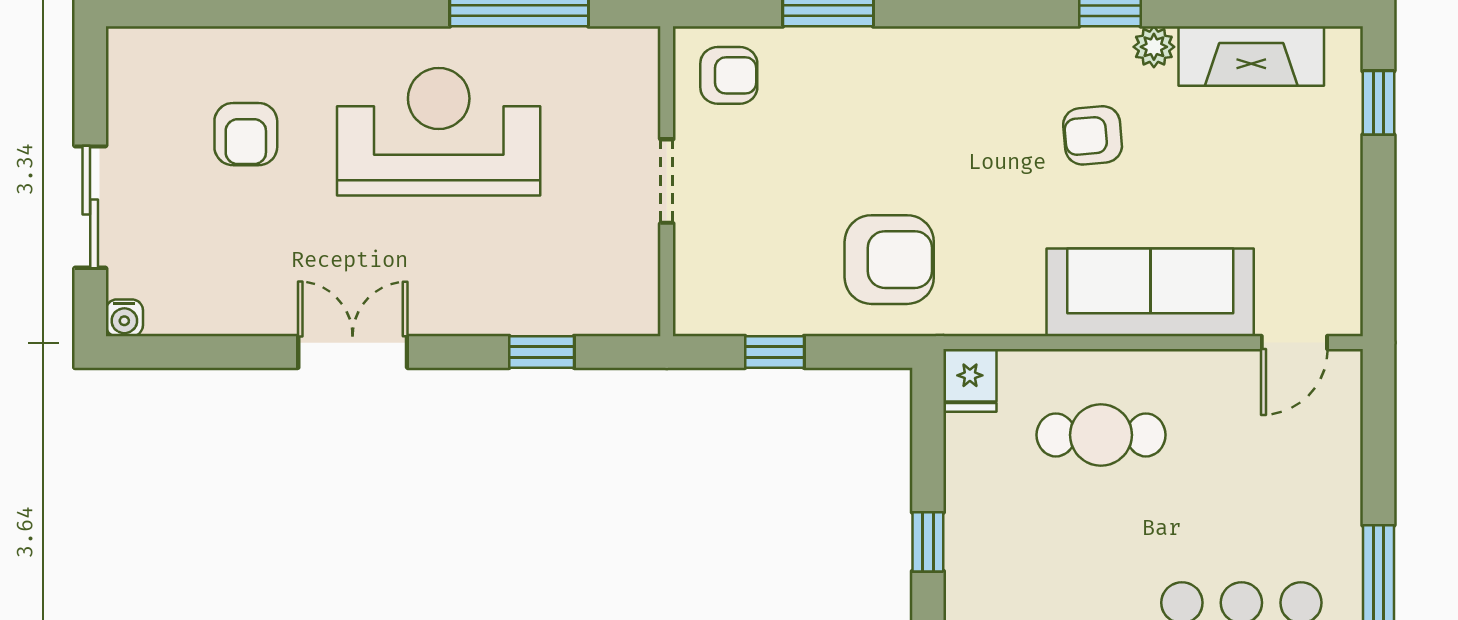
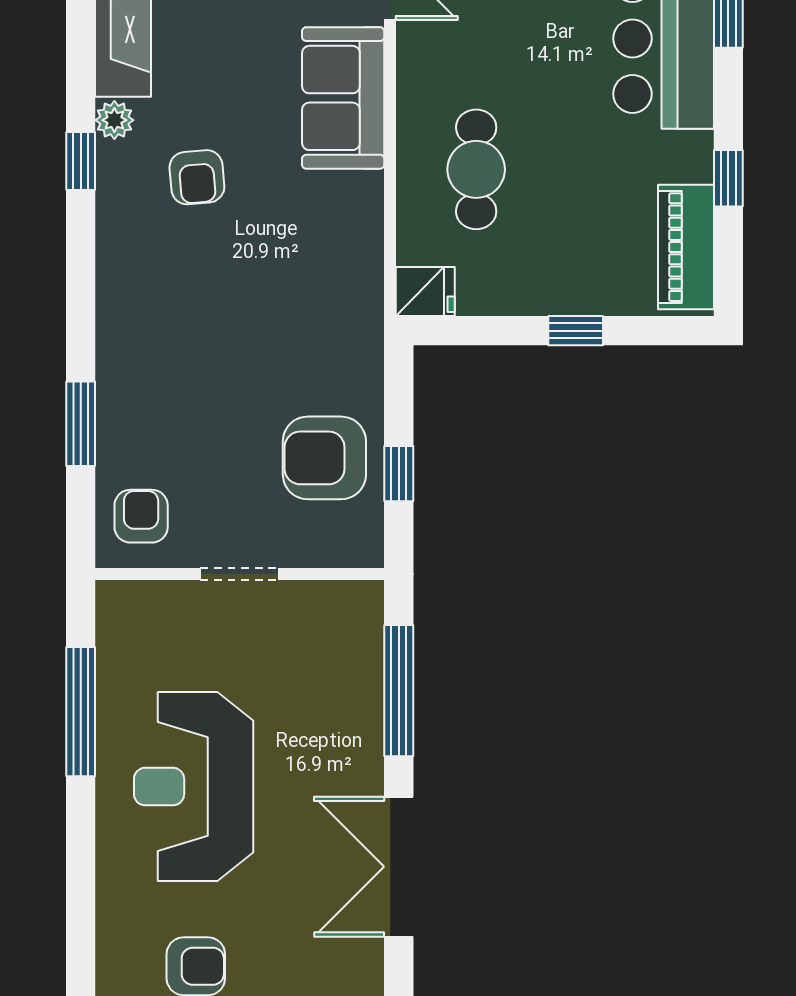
armchair: (889, 260) -> (324, 458), moved, turned -90
sofa: (1150, 292) -> (343, 98), width x0.73
double door: (353, 352) -> (399, 867), width x1.37
window: (542, 352) -> (399, 691), width x2.17

